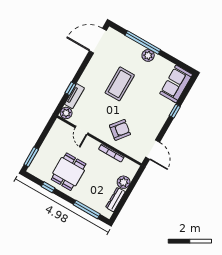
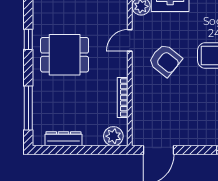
armchair: (120, 130) -> (165, 60), moved
plant: (124, 182) -> (113, 136), moved

